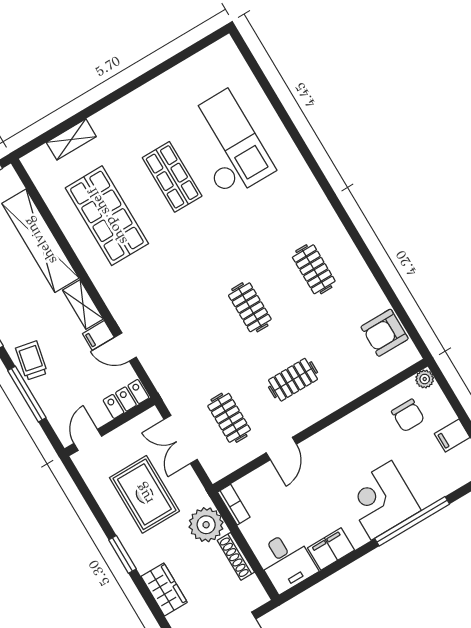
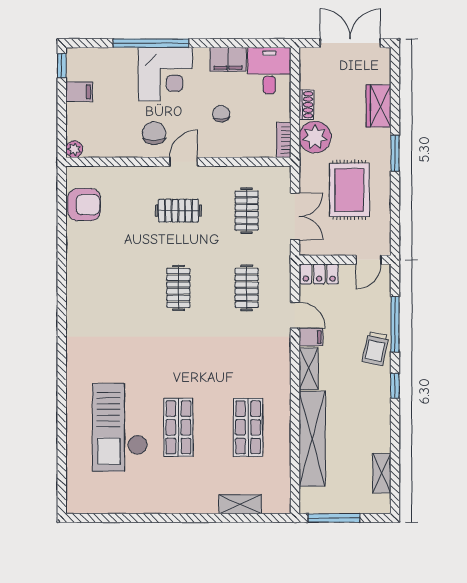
shop shelf: (107, 216) -> (248, 427), width x0.70, depth x0.74
clothes rail: (314, 269) -> (247, 288), moved
chair: (408, 416) -> (154, 133), moved
door: (281, 449) -> (184, 162), moved
chair: (307, 494) -> (221, 114), added
shoe rack: (236, 556) -> (306, 105), width x0.70

